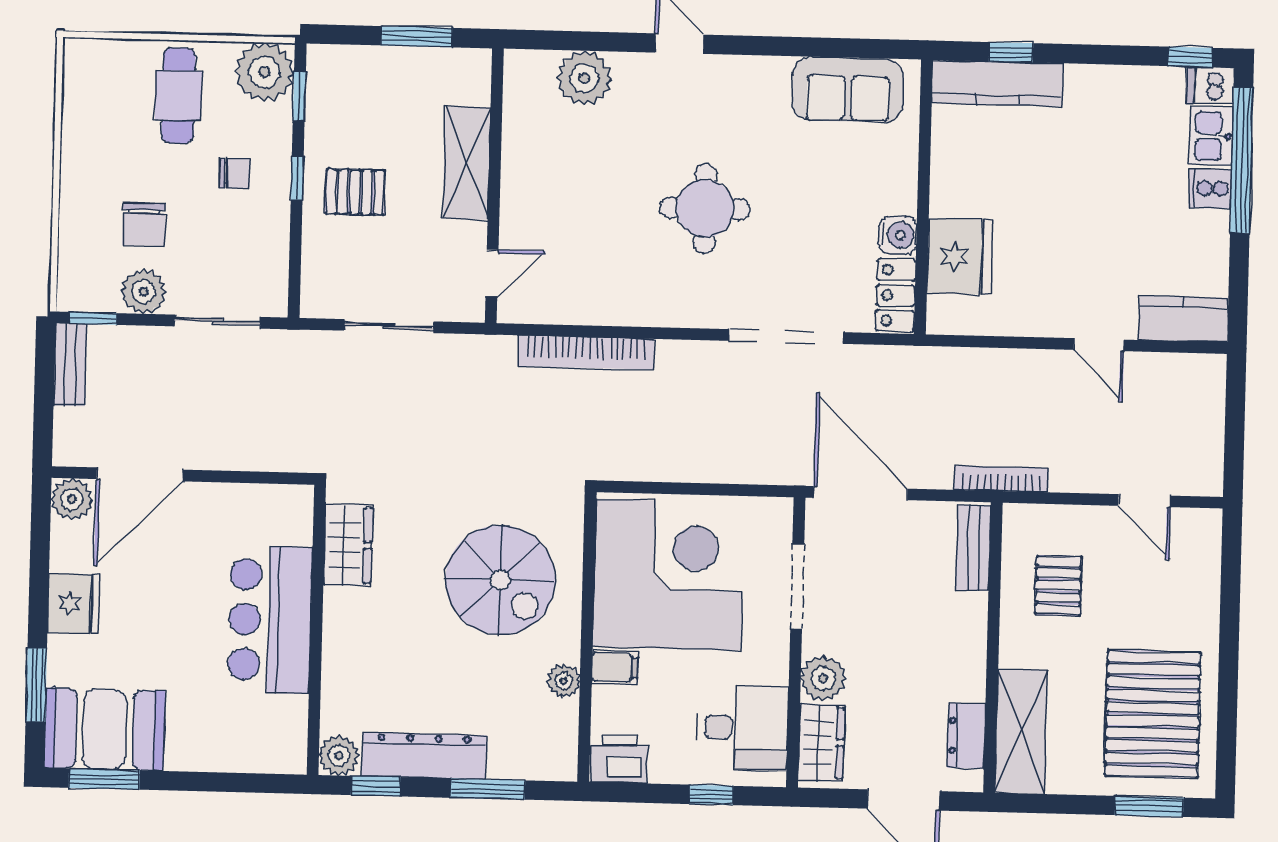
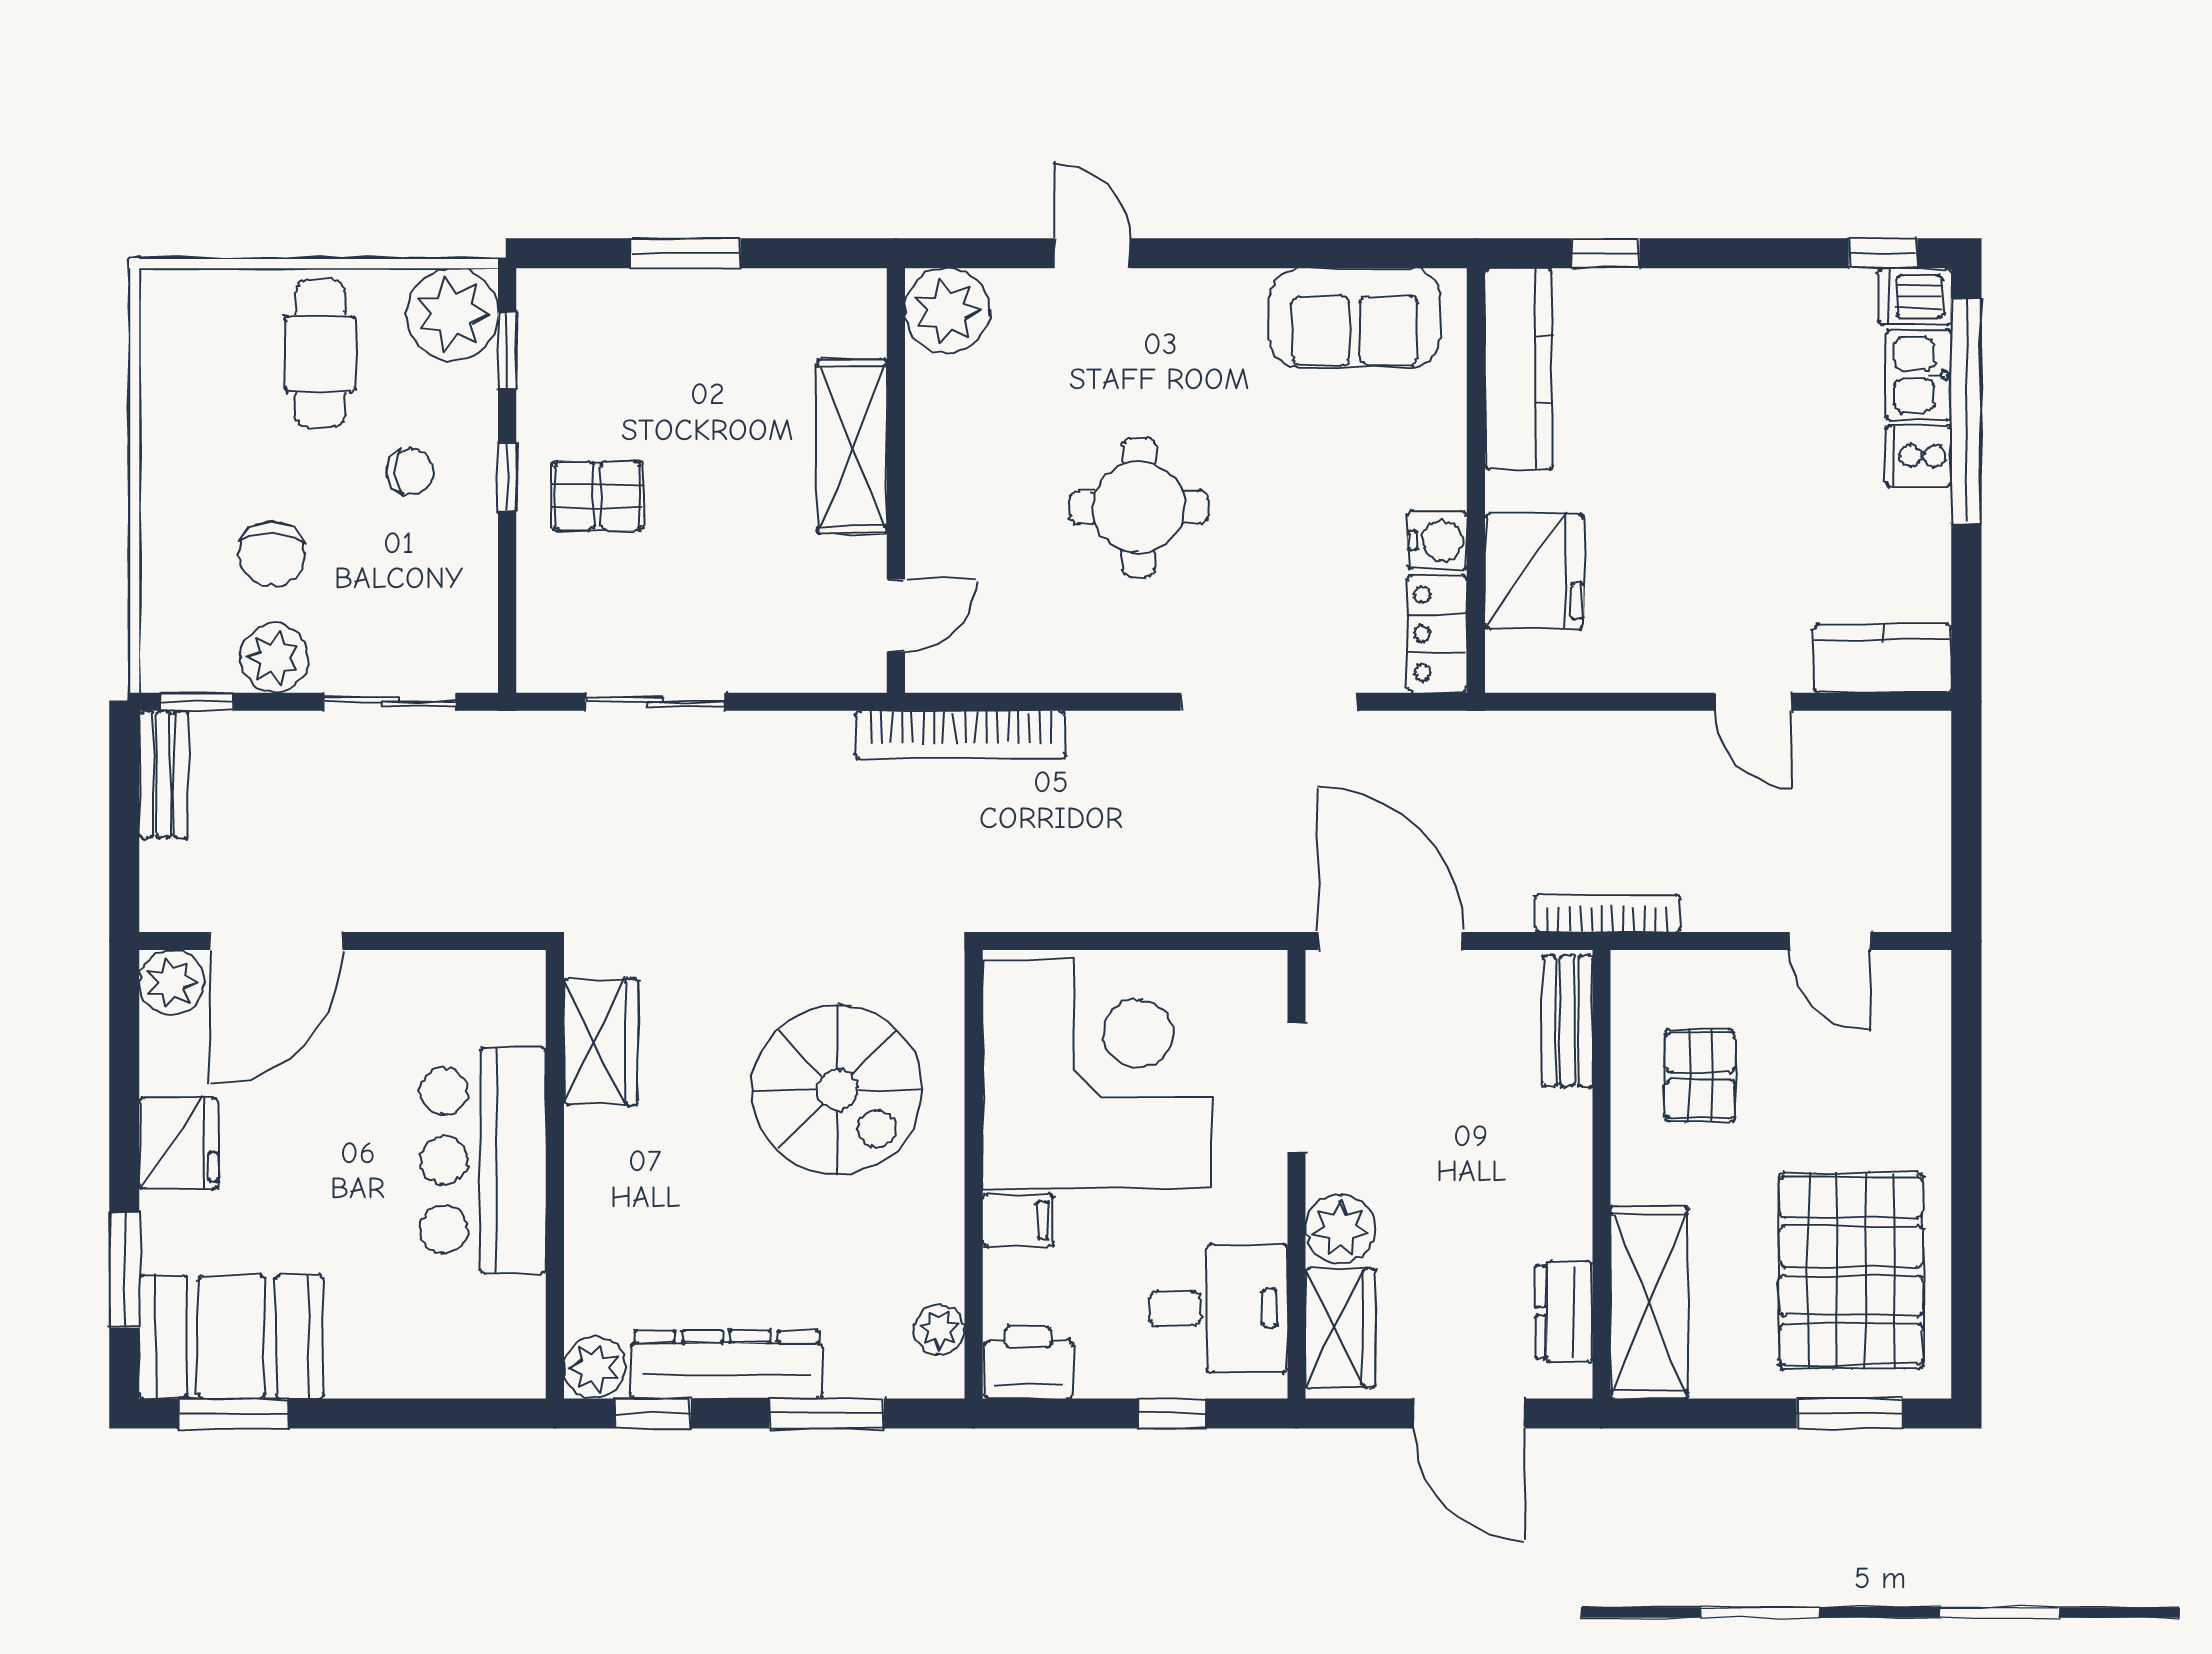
kitchen counter: (997, 83) -> (1518, 369), moved, turned -90
shelving: (467, 163) -> (852, 447), moved
wall: (494, 186) -> (896, 480), moved
door: (492, 273) -> (896, 616), moved
plant: (564, 681) -> (939, 1329), moved

